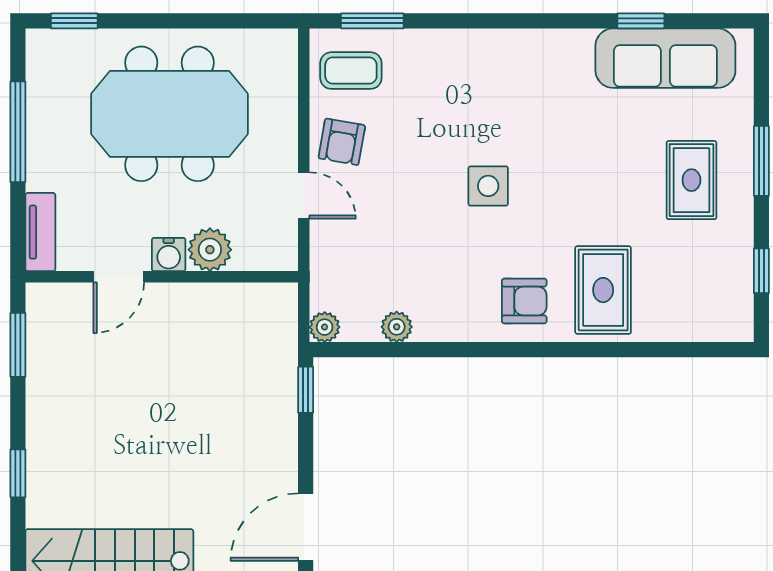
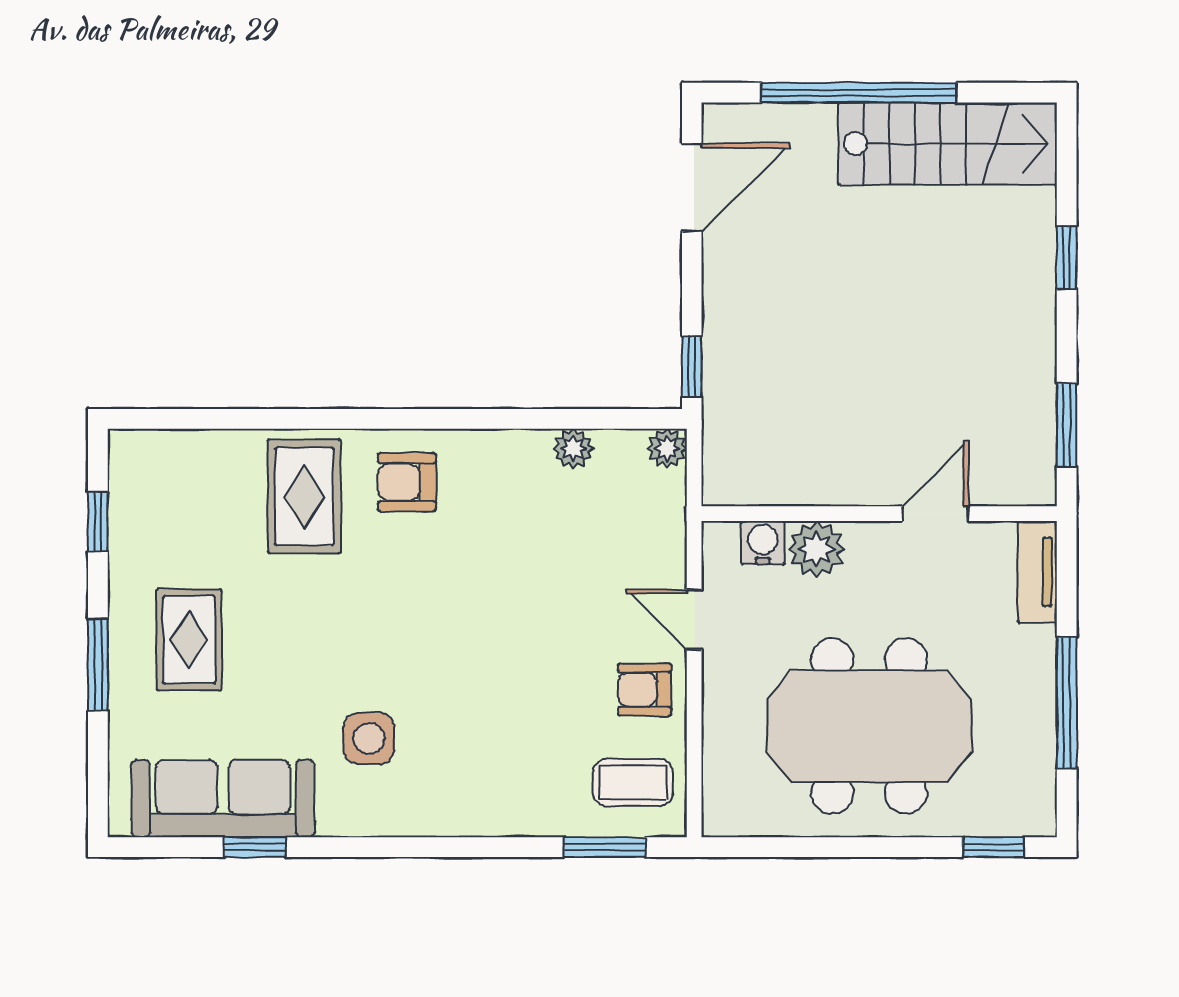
armchair: (342, 142) -> (645, 690), turned -100
side table: (488, 186) -> (369, 738), moved
water cooler: (169, 255) -> (763, 543), moved

